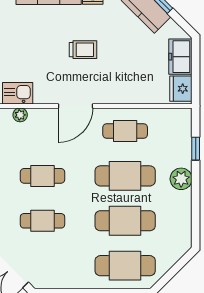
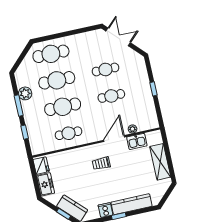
trolley: (83, 50) -> (101, 163), moved
door: (75, 106) -> (114, 139), moved
plant: (181, 179) -> (25, 93), moved
window: (196, 194) -> (19, 105), added

